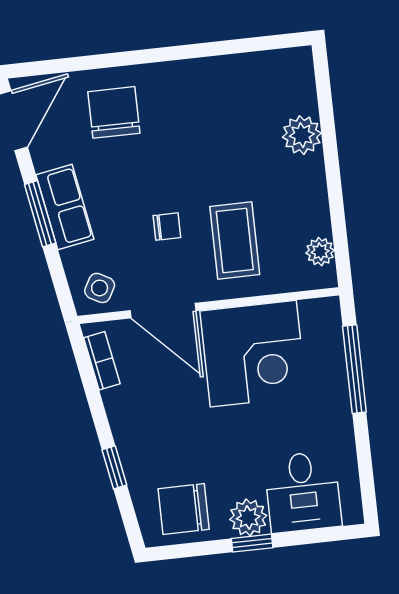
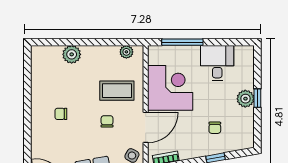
chair: (114, 112) -> (61, 114), moved, width x0.54, depth x0.54
desk: (303, 492) -> (217, 63), moved, turned -90
chair: (184, 509) -> (215, 128), moved, width x0.54, depth x0.54

